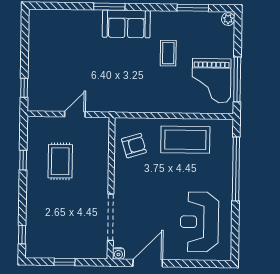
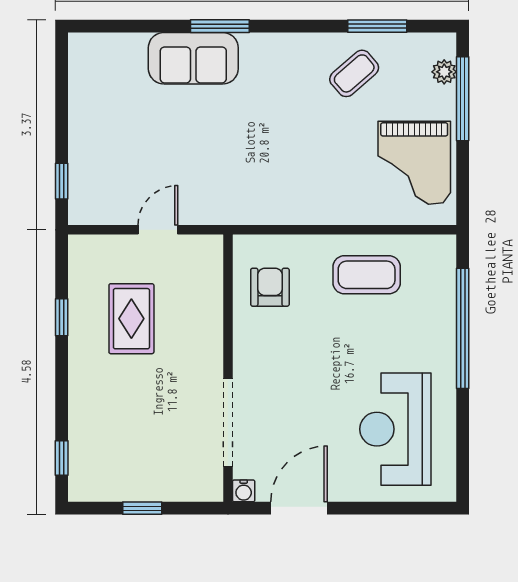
plant: (228, 19) -> (444, 72), moved
sofa: (126, 24) -> (193, 58), moved
coffee table: (168, 53) -> (354, 73), moved, turned 49
window: (237, 79) -> (463, 99), moved
coffee table: (185, 140) -> (367, 275), width x0.73, depth x0.76
armchair: (134, 146) -> (270, 287), turned -73

